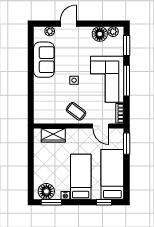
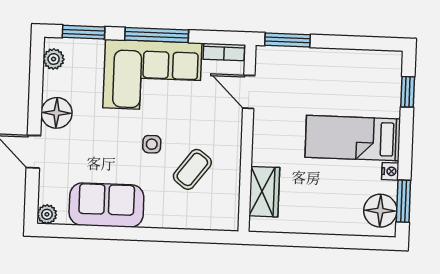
plant: (50, 31) -> (47, 214), moved
floor lamp: (100, 34) -> (57, 113), moved
coffee table: (76, 111) -> (192, 169), moved
door: (101, 126) -> (249, 92), swing flipped
bed: (112, 174) -> (350, 72), removed

